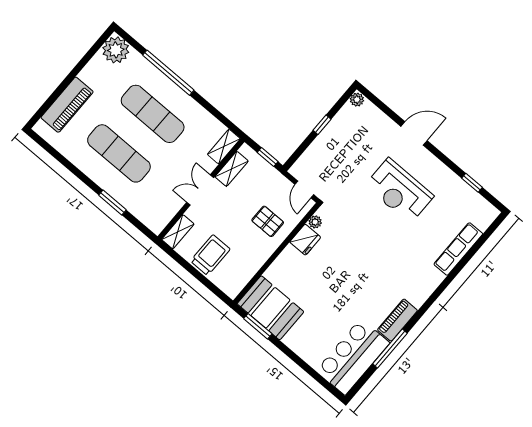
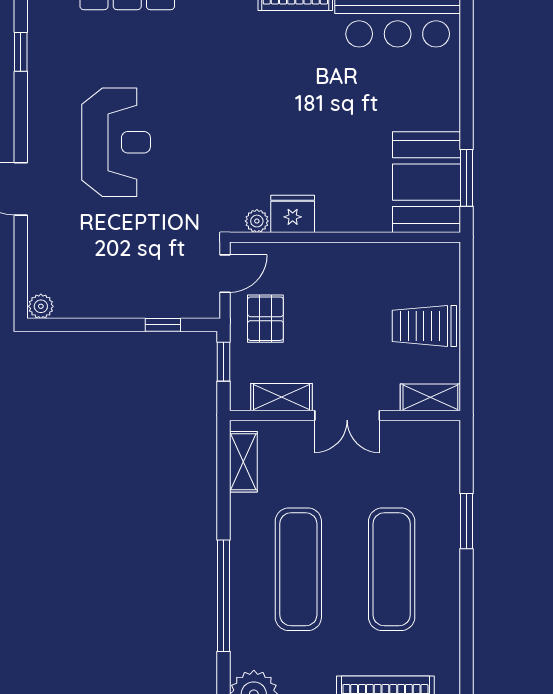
window: (322, 125) -> (163, 325), moved
shelving: (224, 147) -> (243, 462), moved, turned 90
pallet: (268, 221) -> (265, 319), moved

